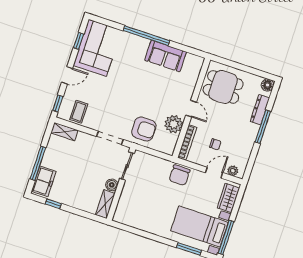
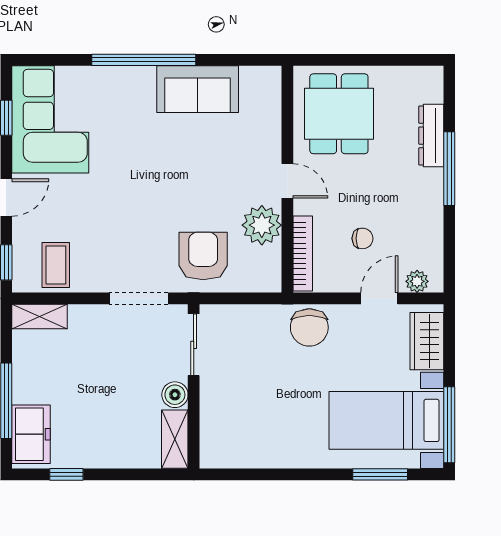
floor lamp: (267, 85) -> (430, 79), removed
dining table: (223, 87) -> (339, 114), turned 90
armchair: (144, 129) -> (203, 256), turned -90

